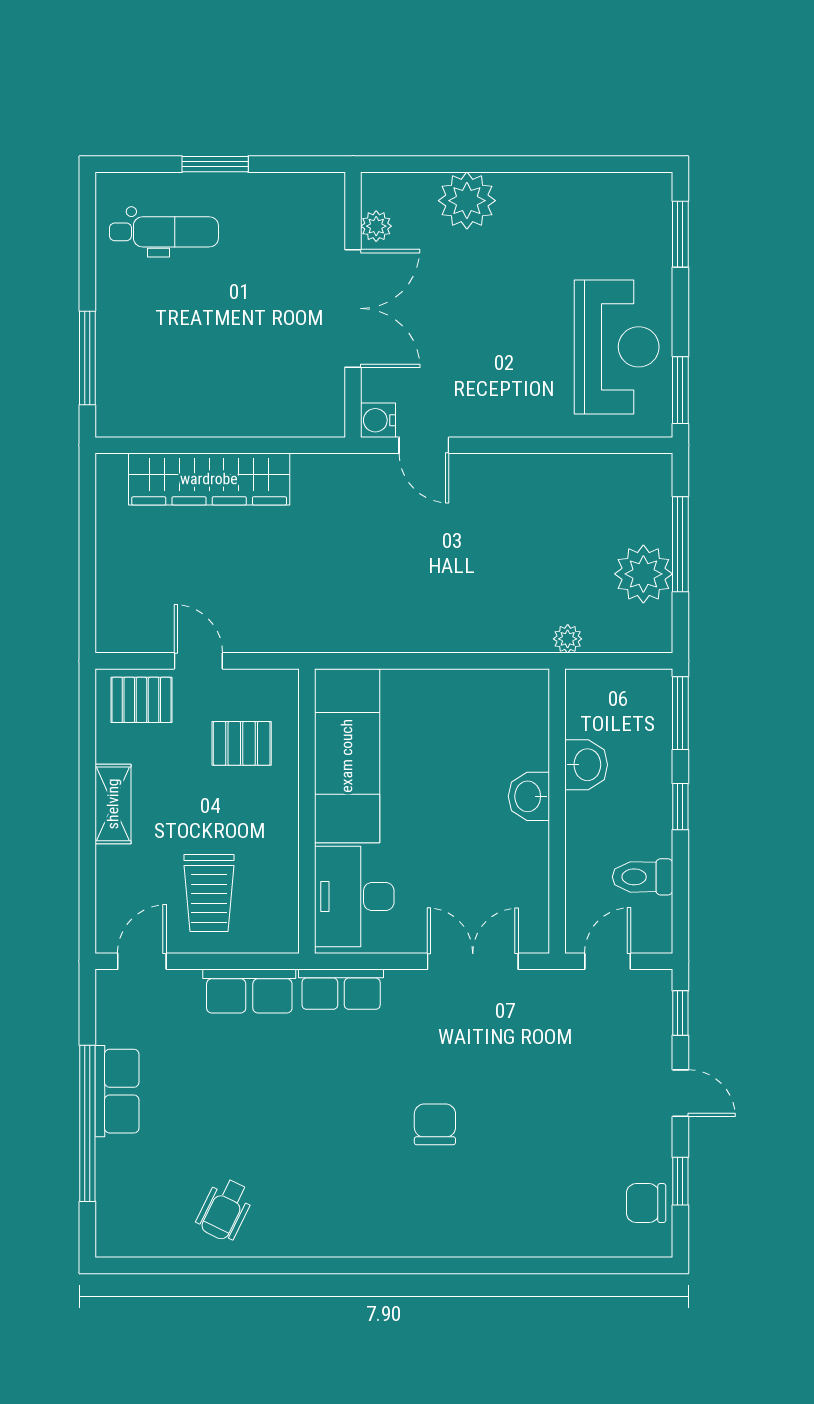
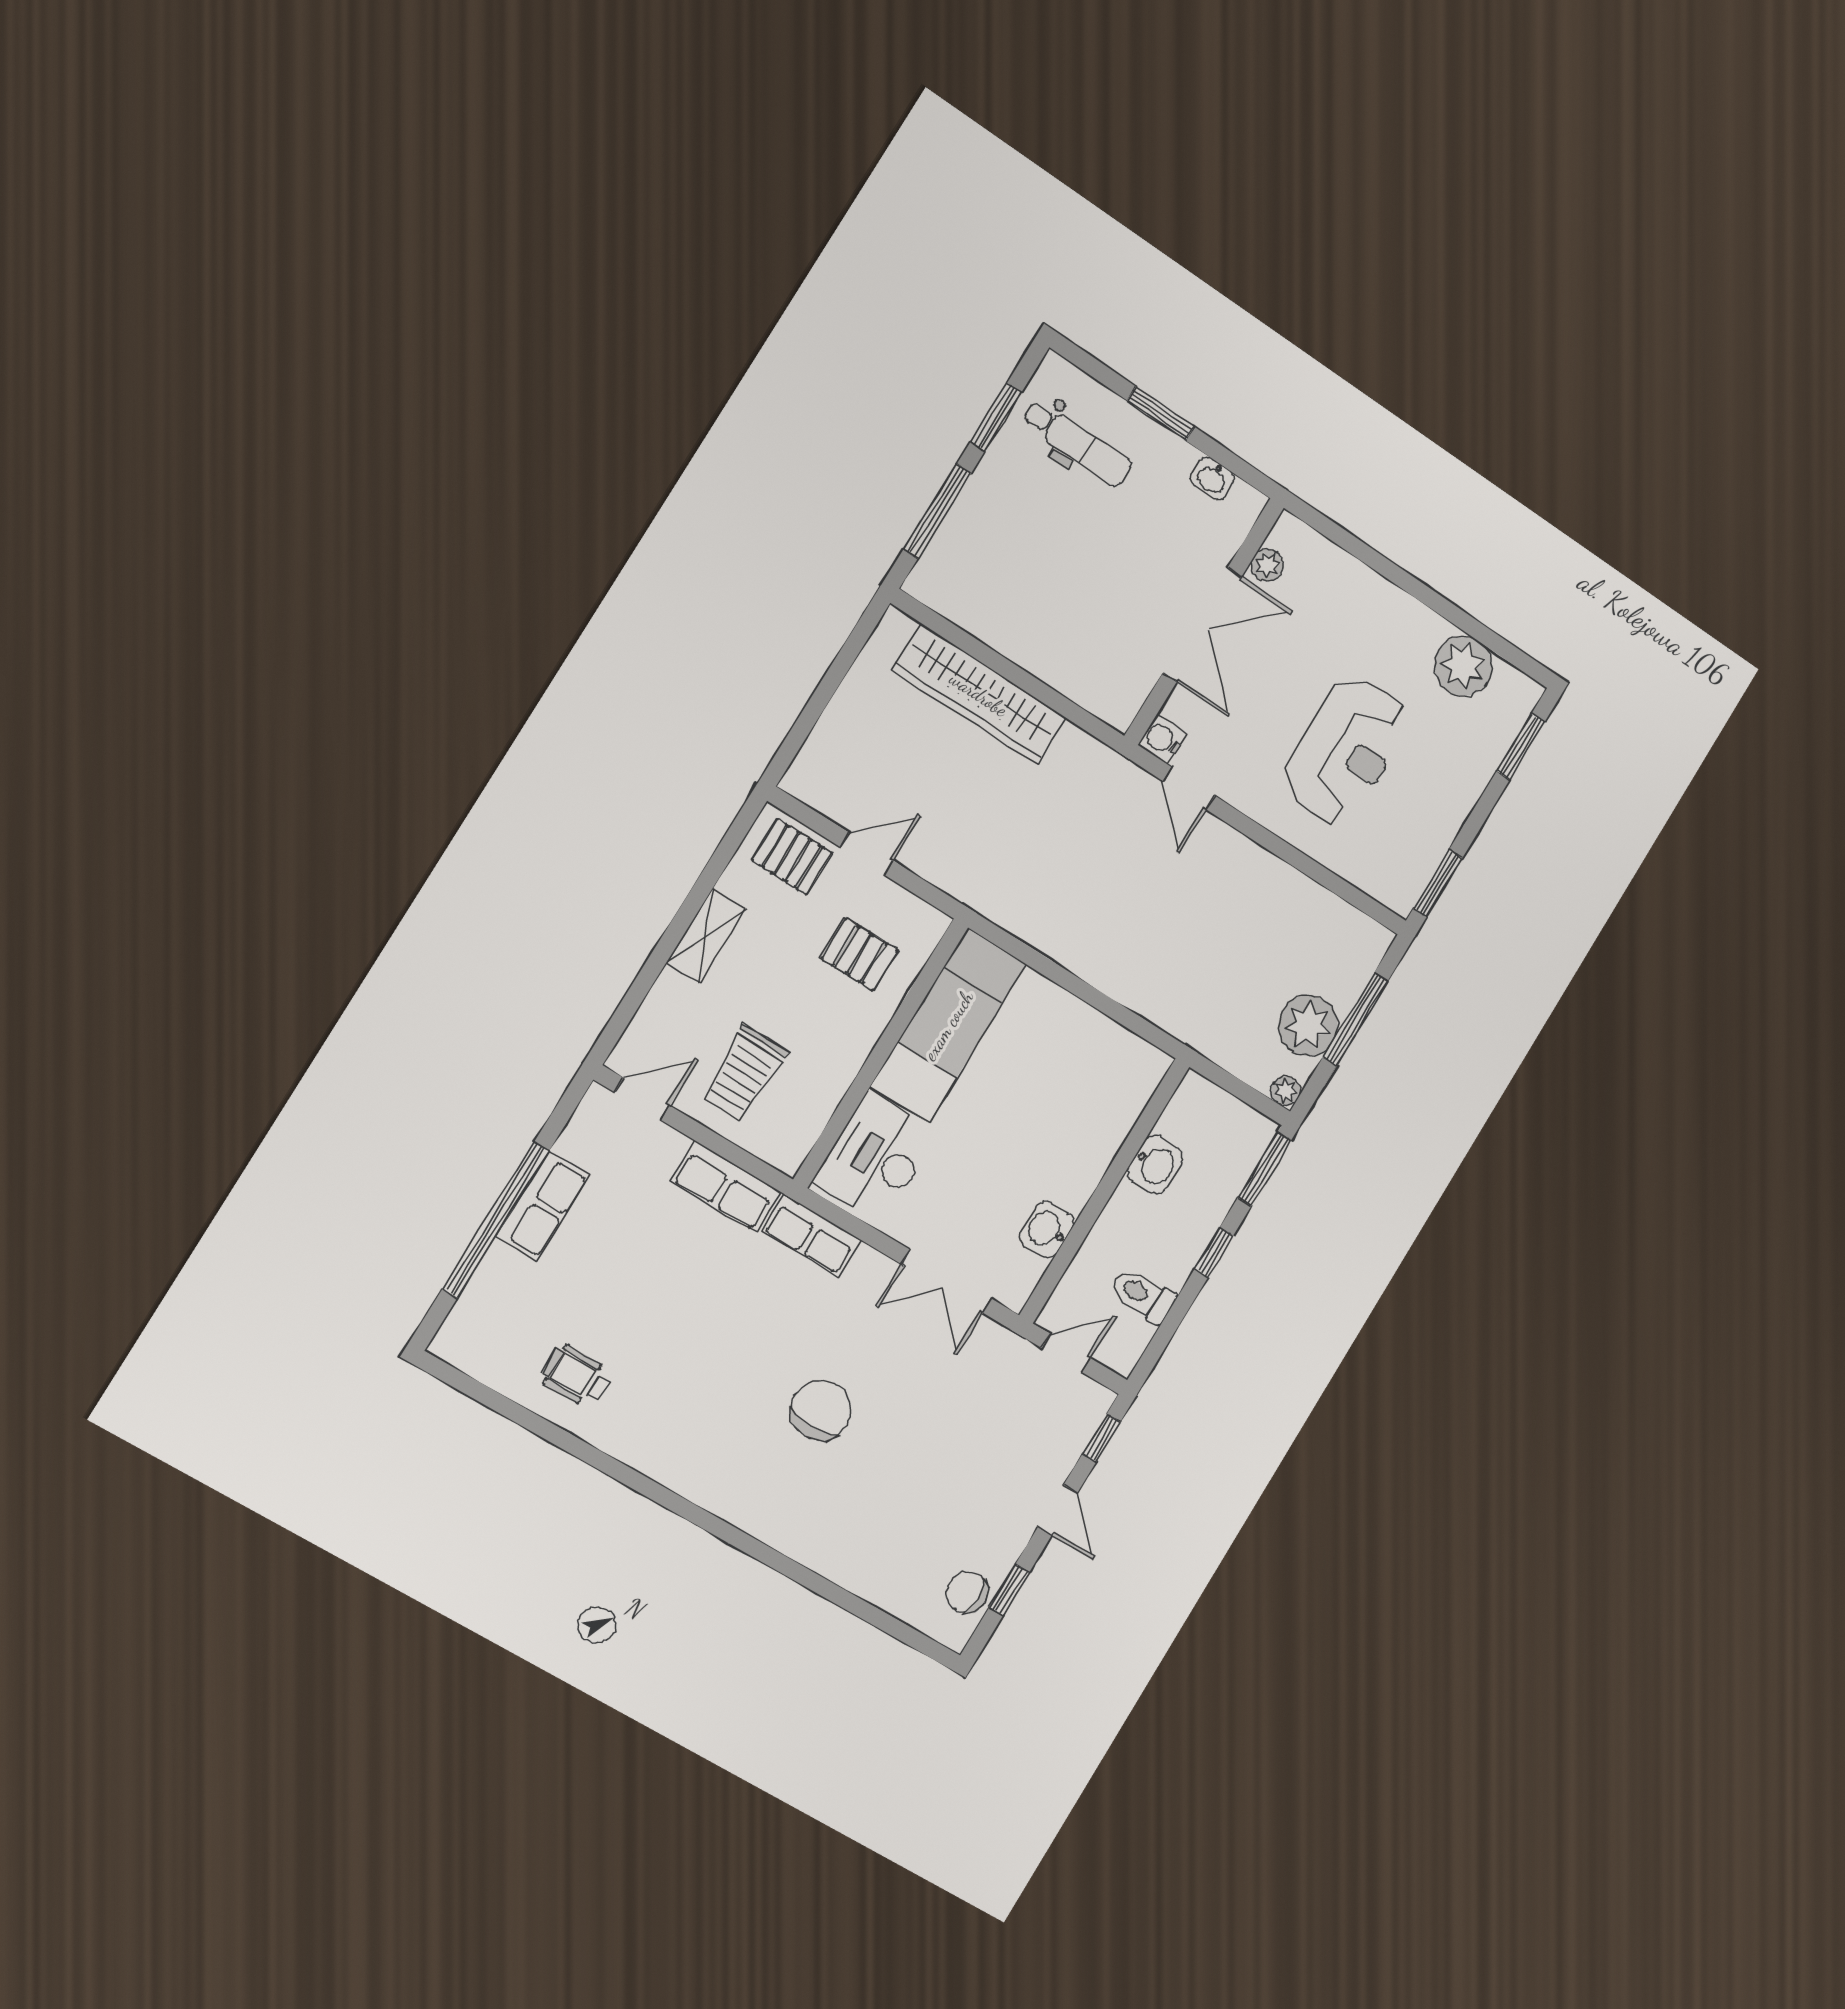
washbasin: (288, 187) -> (1212, 478), added
plant: (467, 201) -> (1463, 666), moved
window: (87, 254) -> (996, 417), added
reception desk: (617, 347) -> (1345, 751), moved
plant: (568, 639) -> (1286, 1091), moved
door: (198, 661) -> (867, 854), hinge flipped
washbasin: (529, 796) -> (1047, 1230), moved
double door: (473, 961) -> (946, 1281), swing flipped
chair: (435, 1124) -> (821, 1410), width x1.37, depth x1.37
wheelchair: (225, 1209) -> (577, 1376), turned 64

